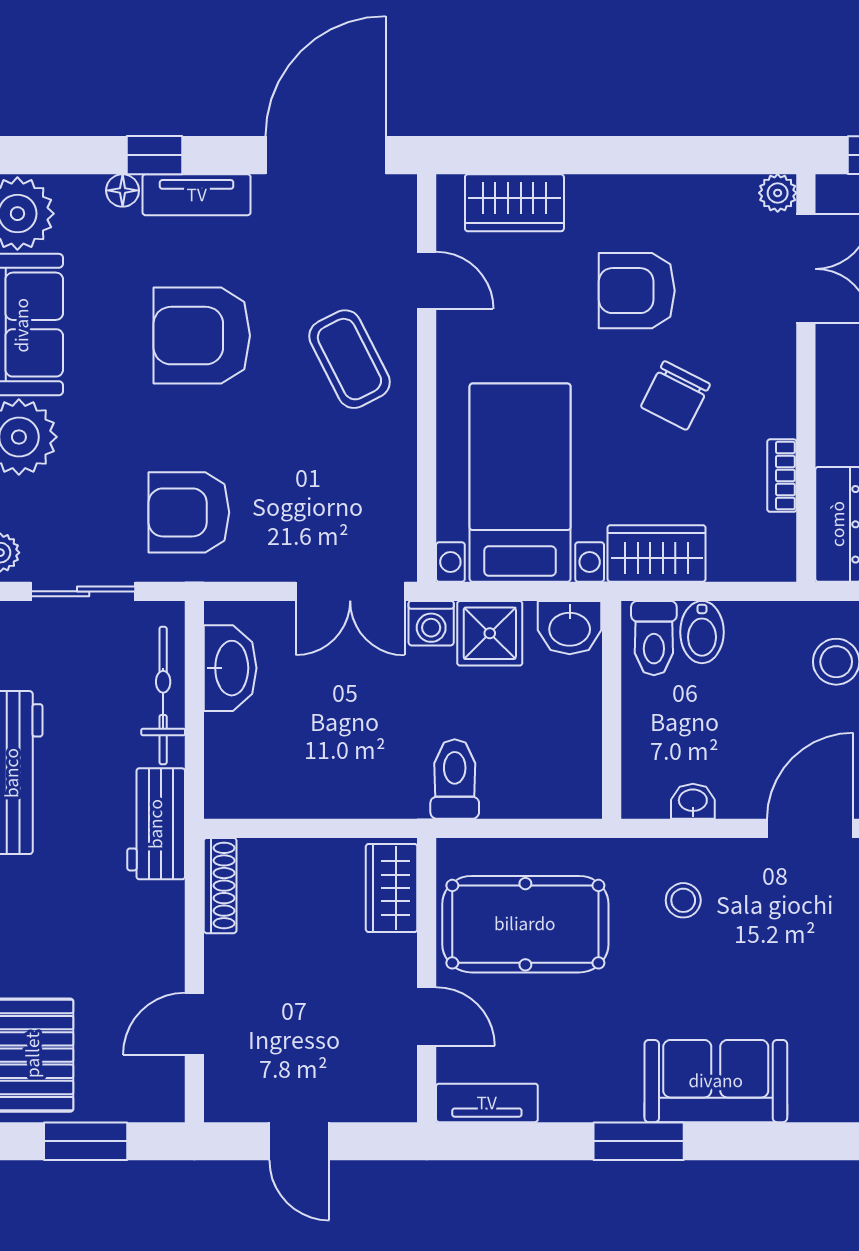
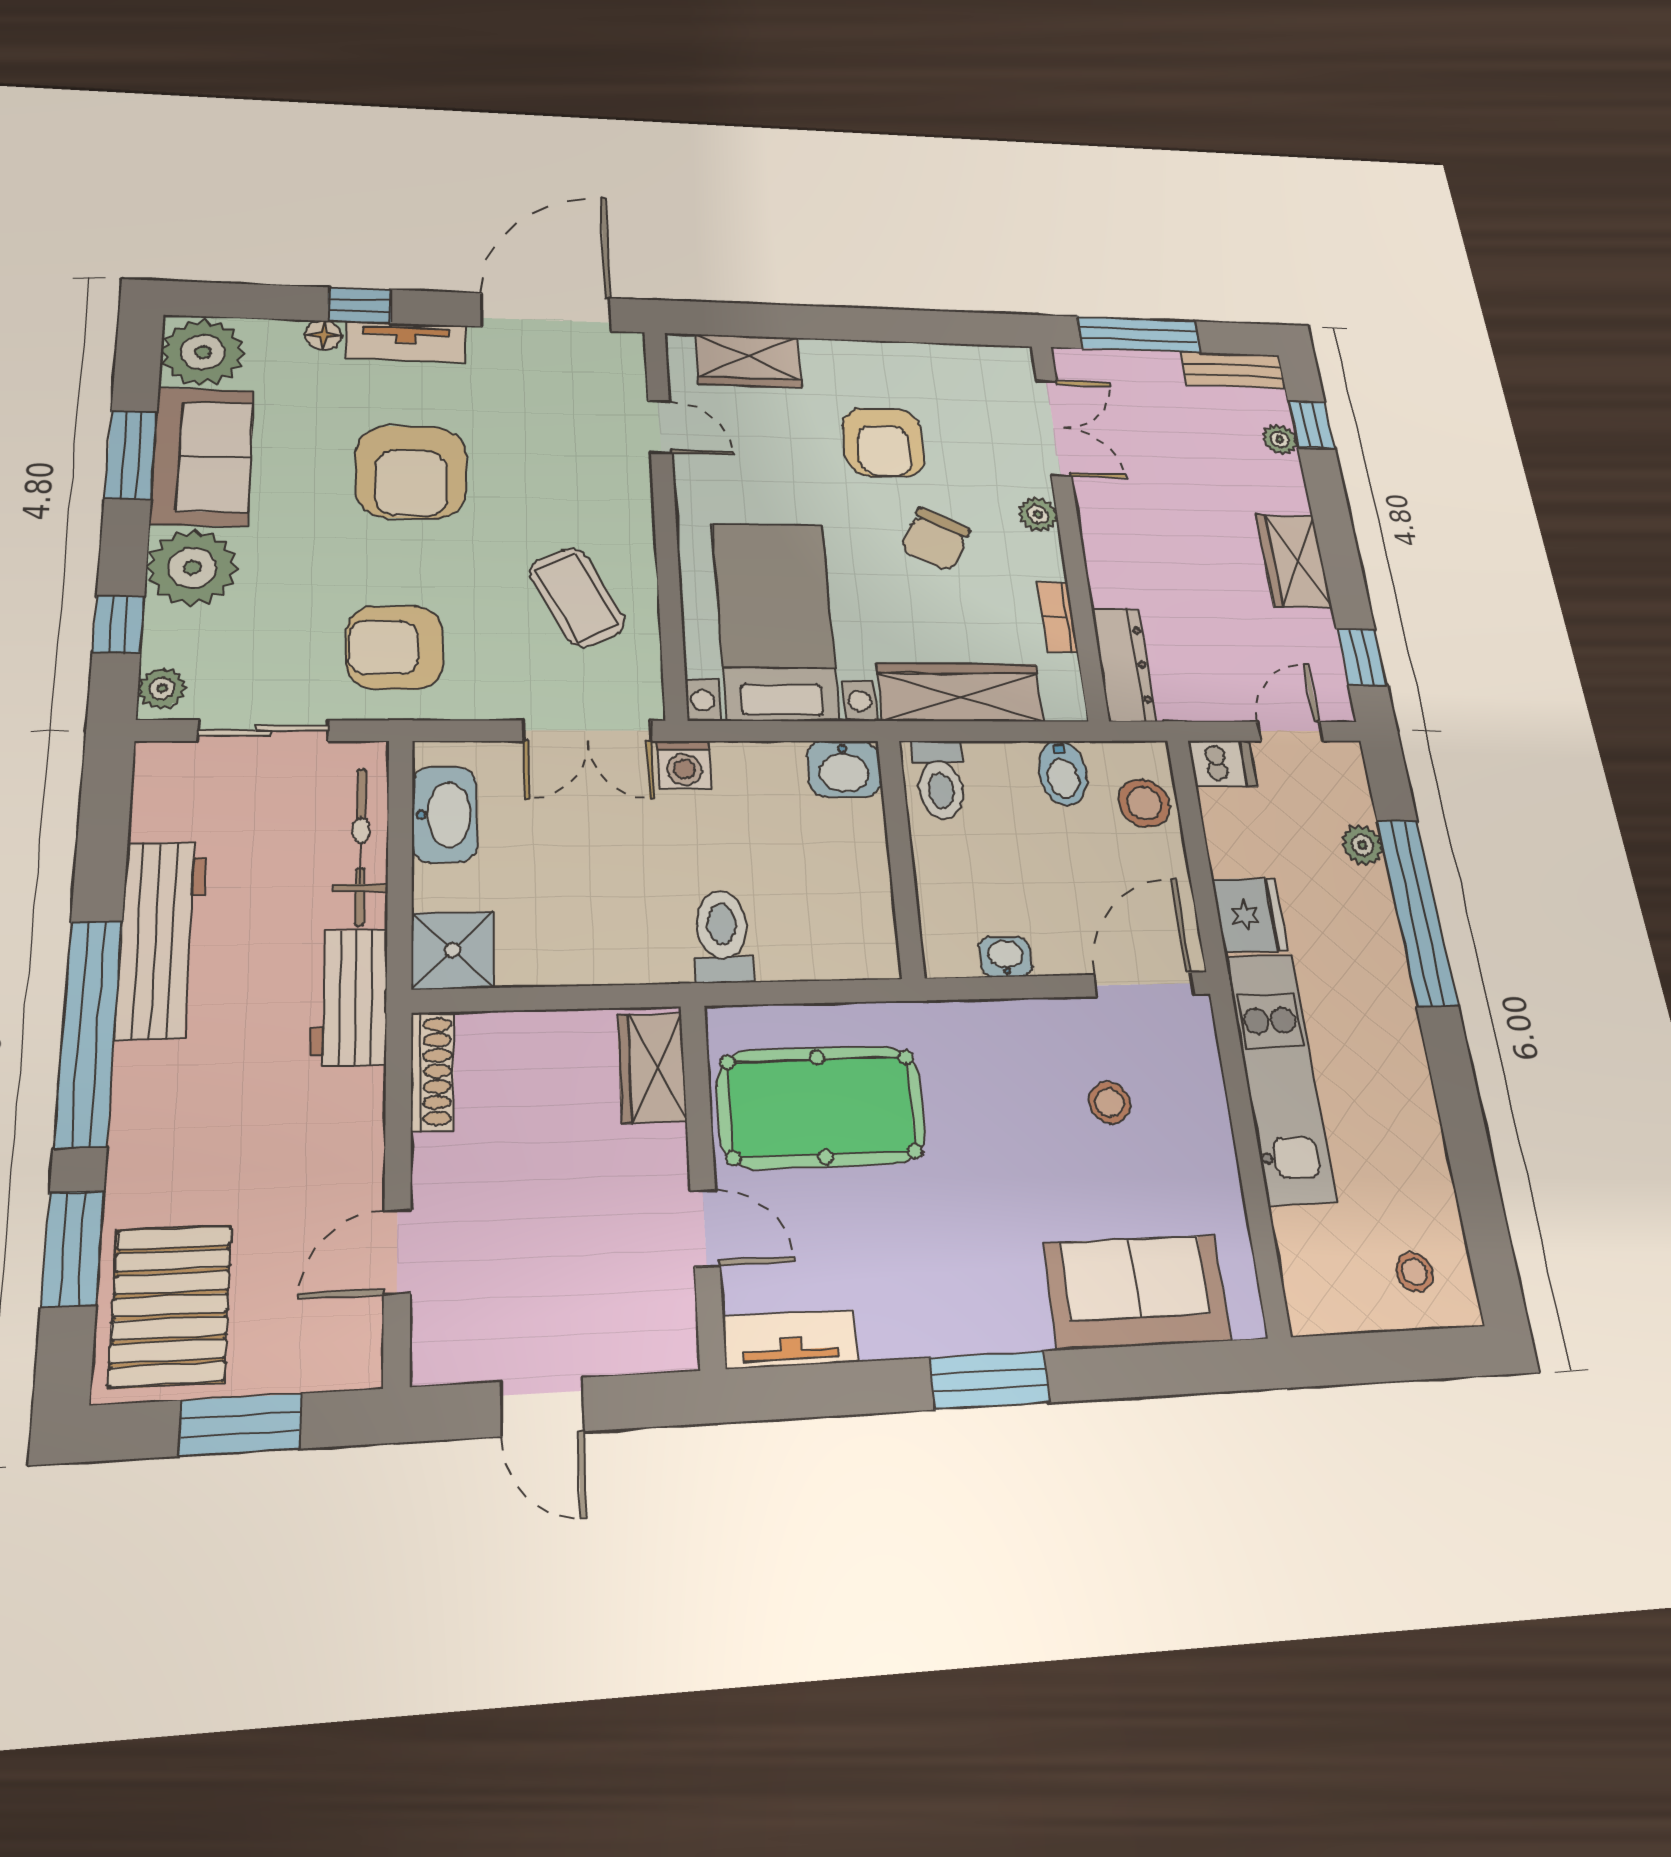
plant: (778, 193) -> (1038, 514), moved
armchair: (637, 291) -> (883, 442), turned -90
armchair: (202, 336) -> (411, 472), turned -90
coffee table: (349, 359) -> (577, 597), moved
wardrobe: (657, 553) -> (960, 693), width x1.50
bidet: (702, 632) -> (1063, 773), moved
shower: (490, 633) -> (453, 950), moved
stool: (683, 900) -> (1110, 1103), moved
sofa: (716, 1081) -> (1137, 1292), moved

